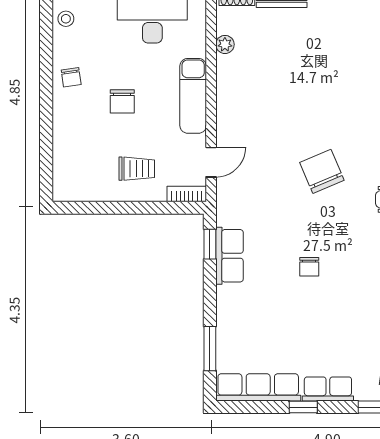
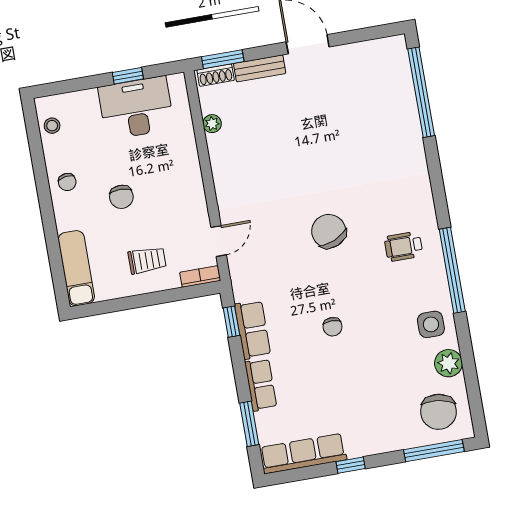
exam couch: (193, 96) -> (76, 268), moved, turned 180
row of seats: (328, 389) -> (261, 385), moved, turned 90

